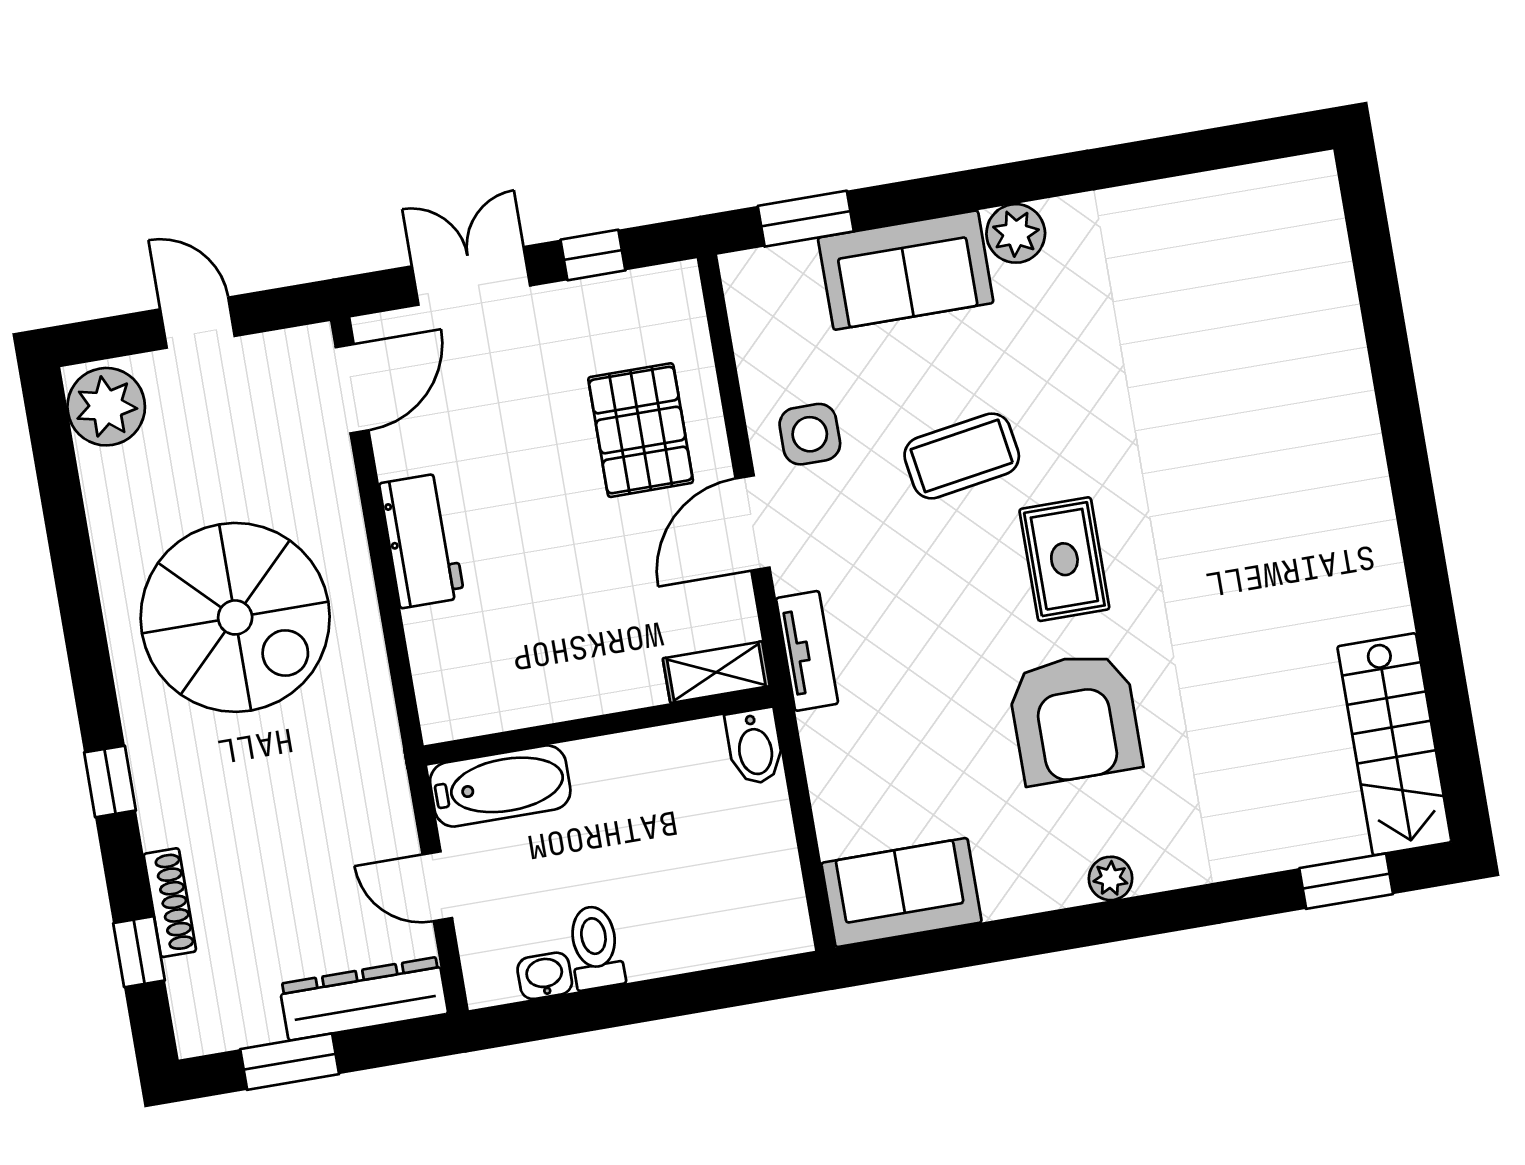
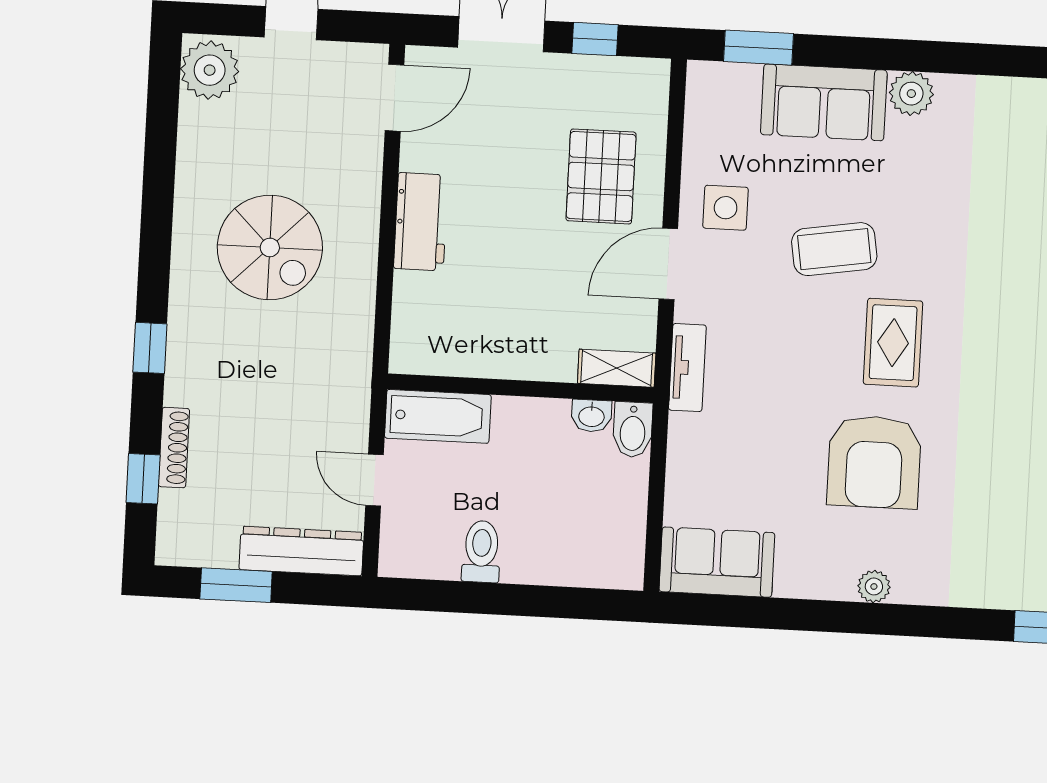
spiral stairs: (235, 617) -> (270, 247), width x0.73, depth x0.73
washbasin: (545, 976) -> (591, 416), moved, turned 180

